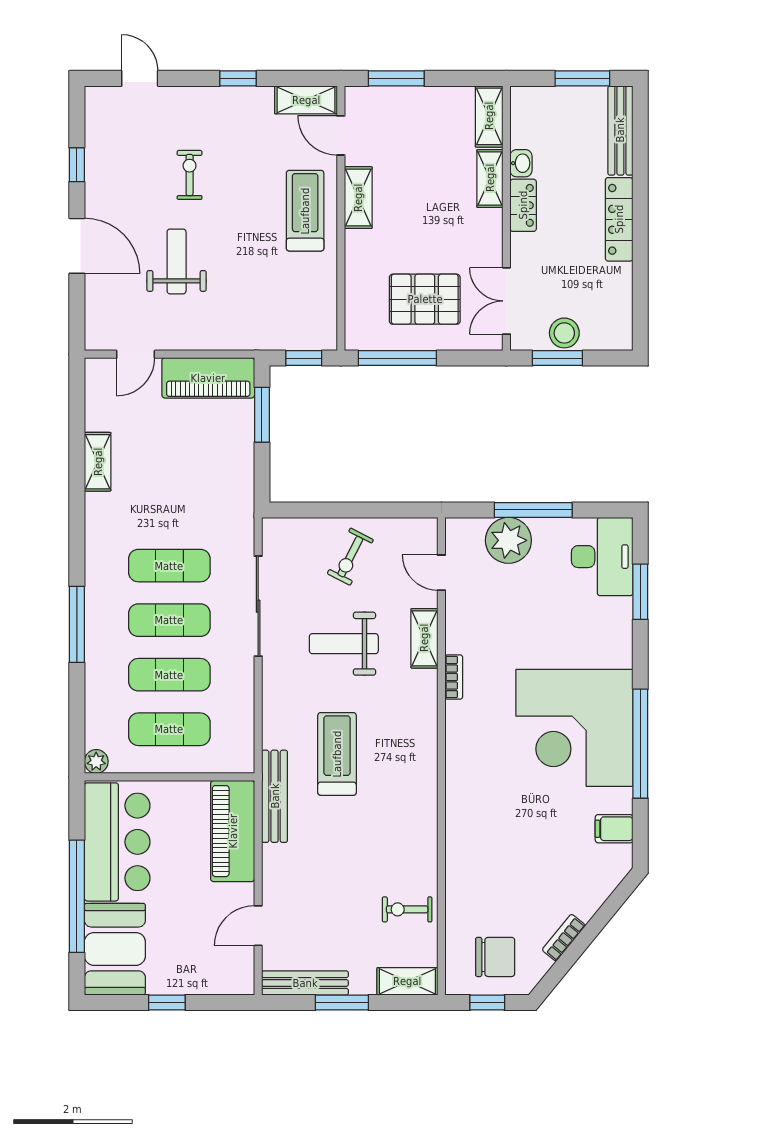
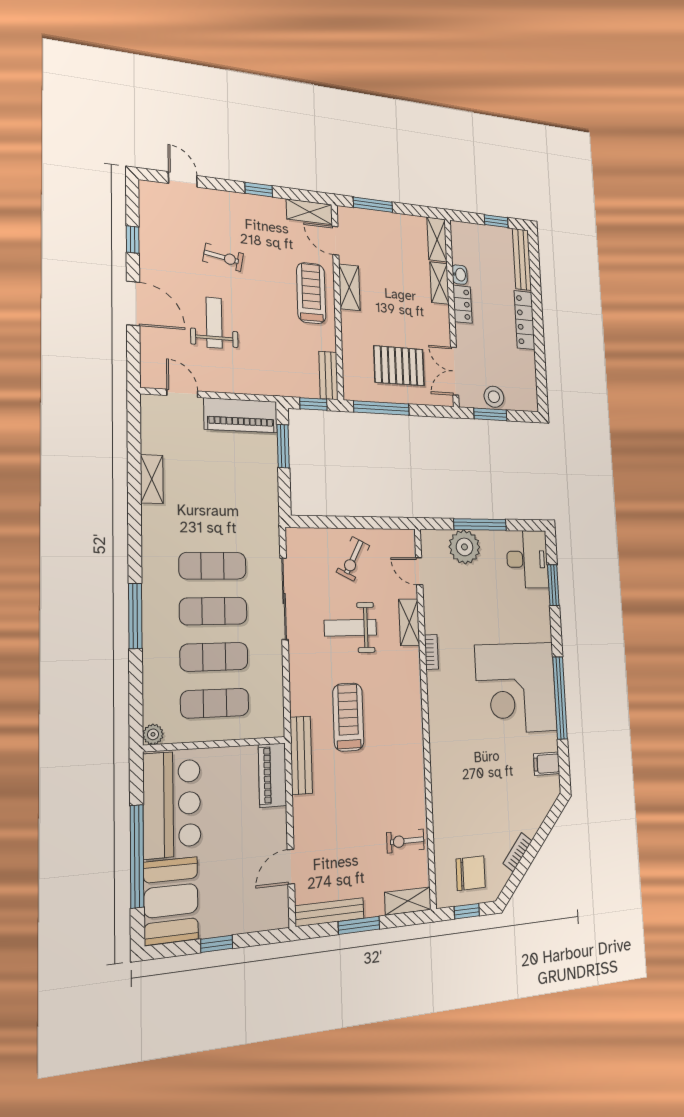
window: (582, 78) -> (496, 221), width x0.67
exercise bike: (190, 175) -> (223, 257), turned 100
bench: (325, 319) -> (328, 375), added
door: (136, 354) -> (182, 393), swing flipped
piano: (233, 831) -> (272, 775), width x0.73, depth x0.75

